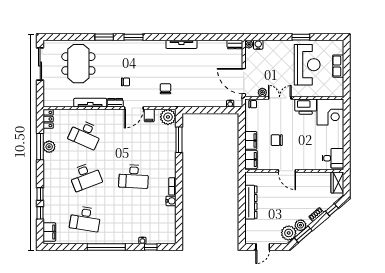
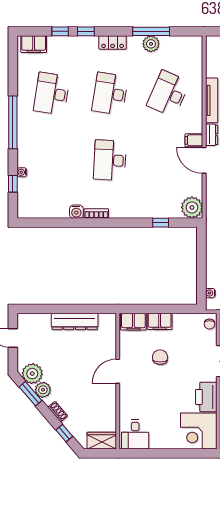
filing cabinet: (149, 116) -> (194, 140), moved
locker: (48, 119) -> (113, 42), moved
window: (179, 140) -> (161, 223), width x0.46
desk: (85, 177) -> (110, 94), turned 30

